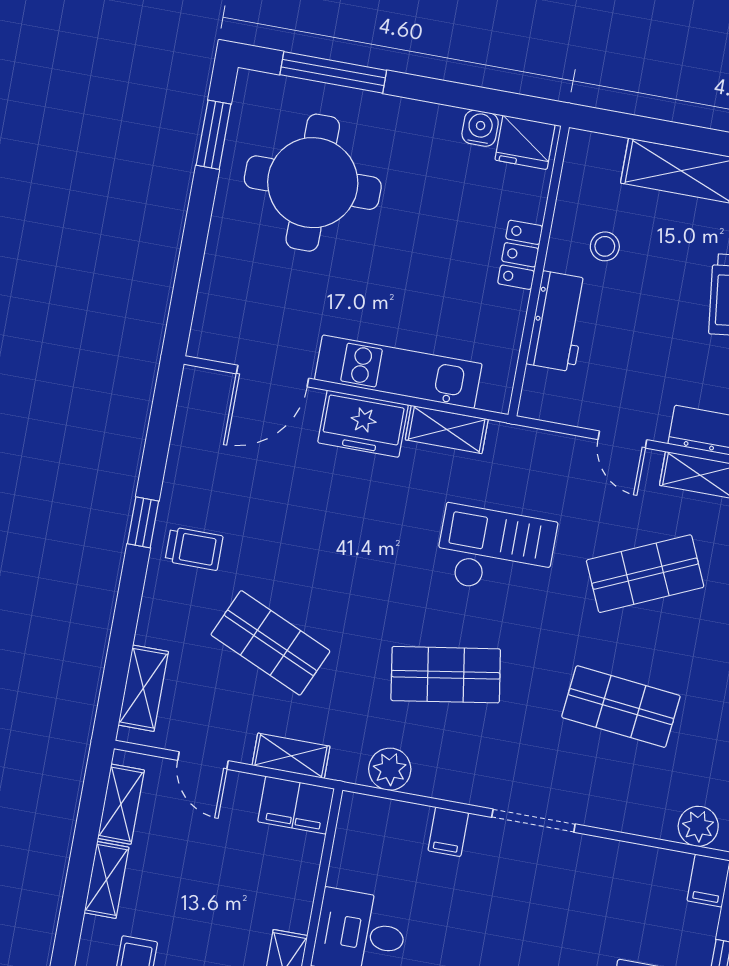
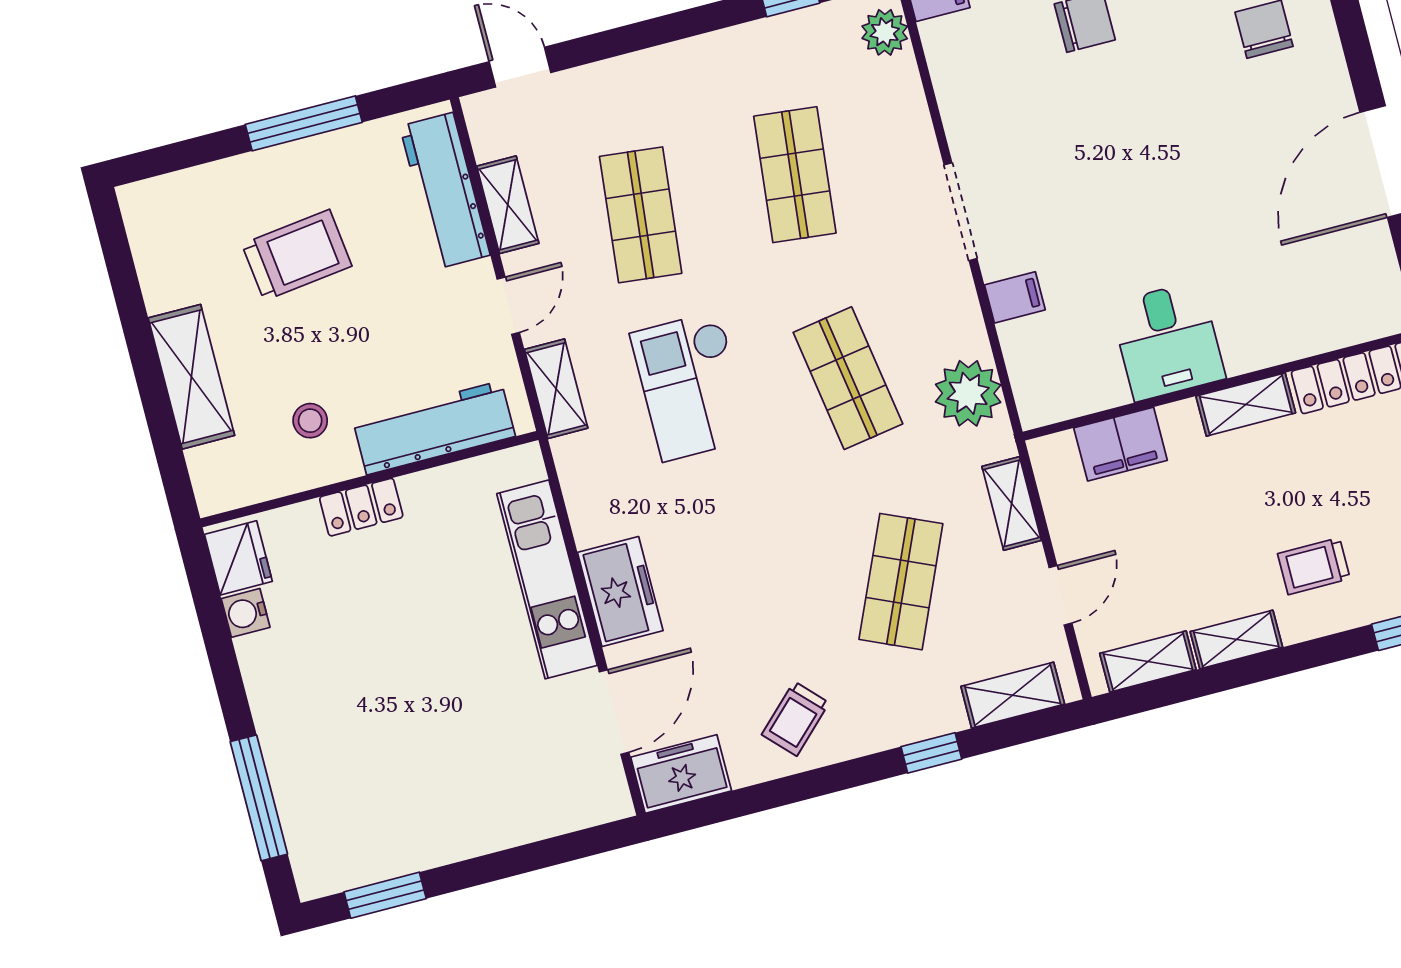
round table: (313, 183) -> (387, 765), removed
workbench: (558, 321) -> (434, 428), width x1.38
door: (273, 376) -> (614, 712), hinge flipped
freezer: (201, 405) -> (681, 774), added
shelving: (447, 429) -> (556, 389), moved
window: (143, 522) -> (931, 753), moved
trolley: (194, 549) -> (795, 719), moved, turned -134
shop shelf: (645, 574) -> (641, 215), turned 30
plant: (390, 769) -> (968, 393), width x1.36, depth x1.36
filing cabinet: (296, 805) -> (1121, 444), moved, turned 90

